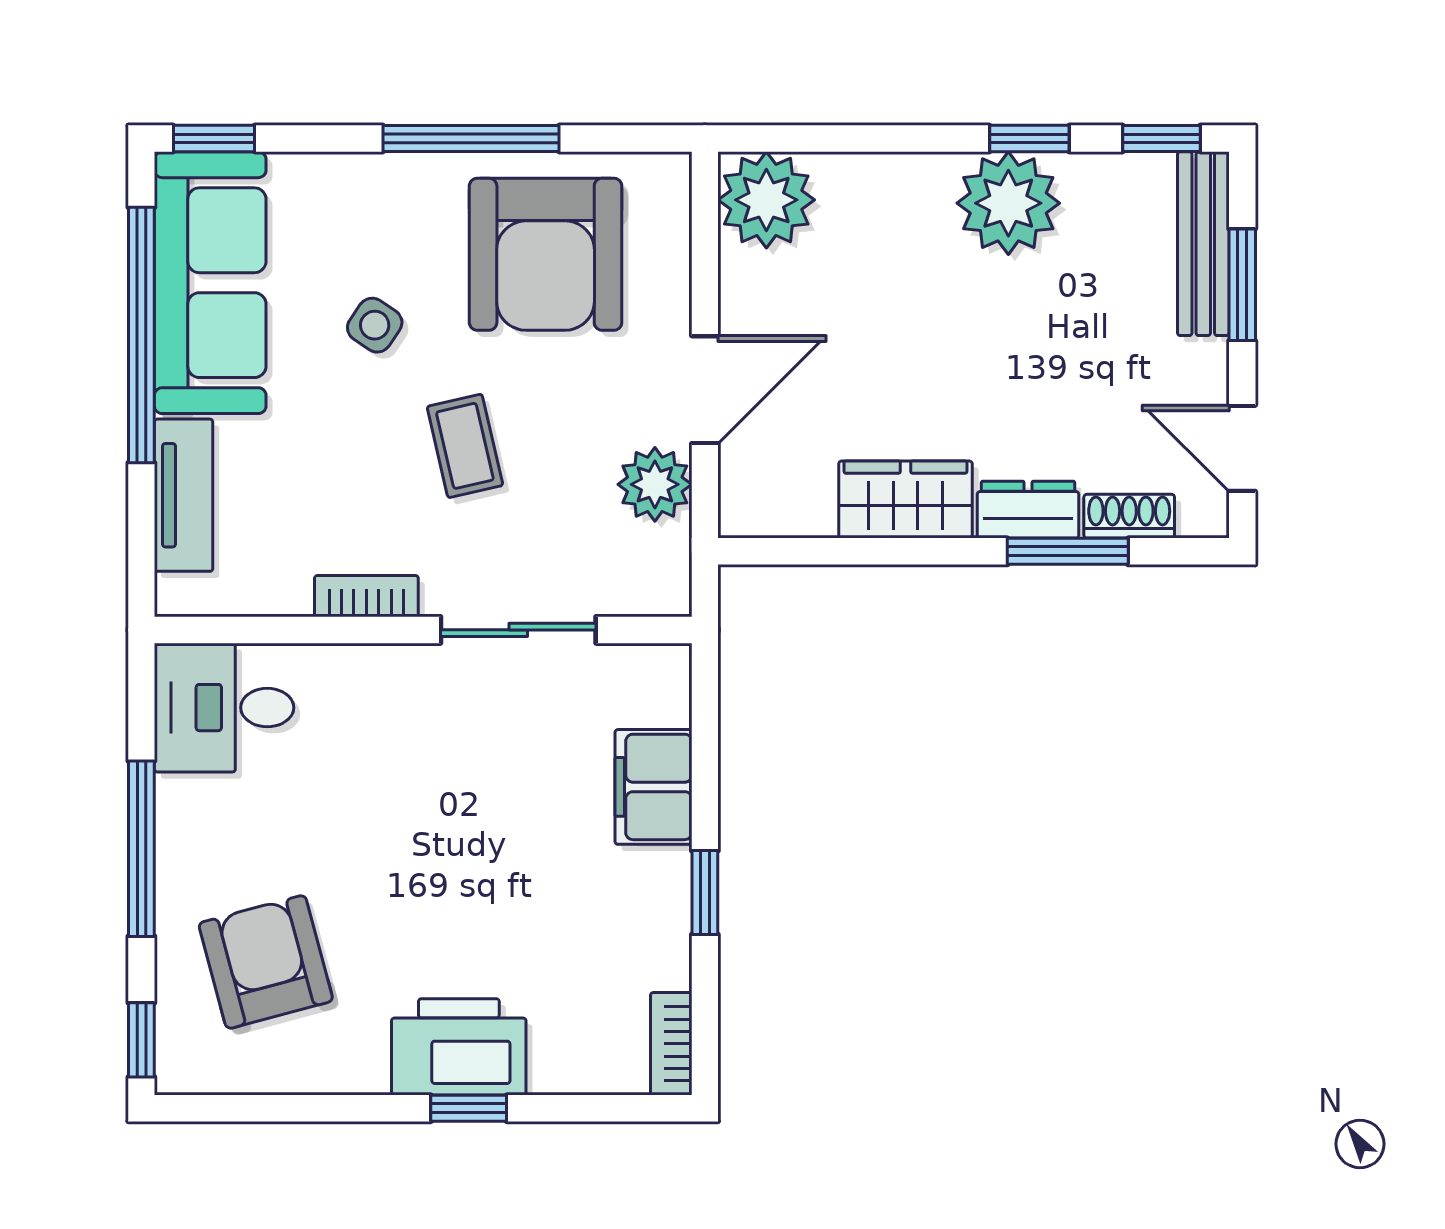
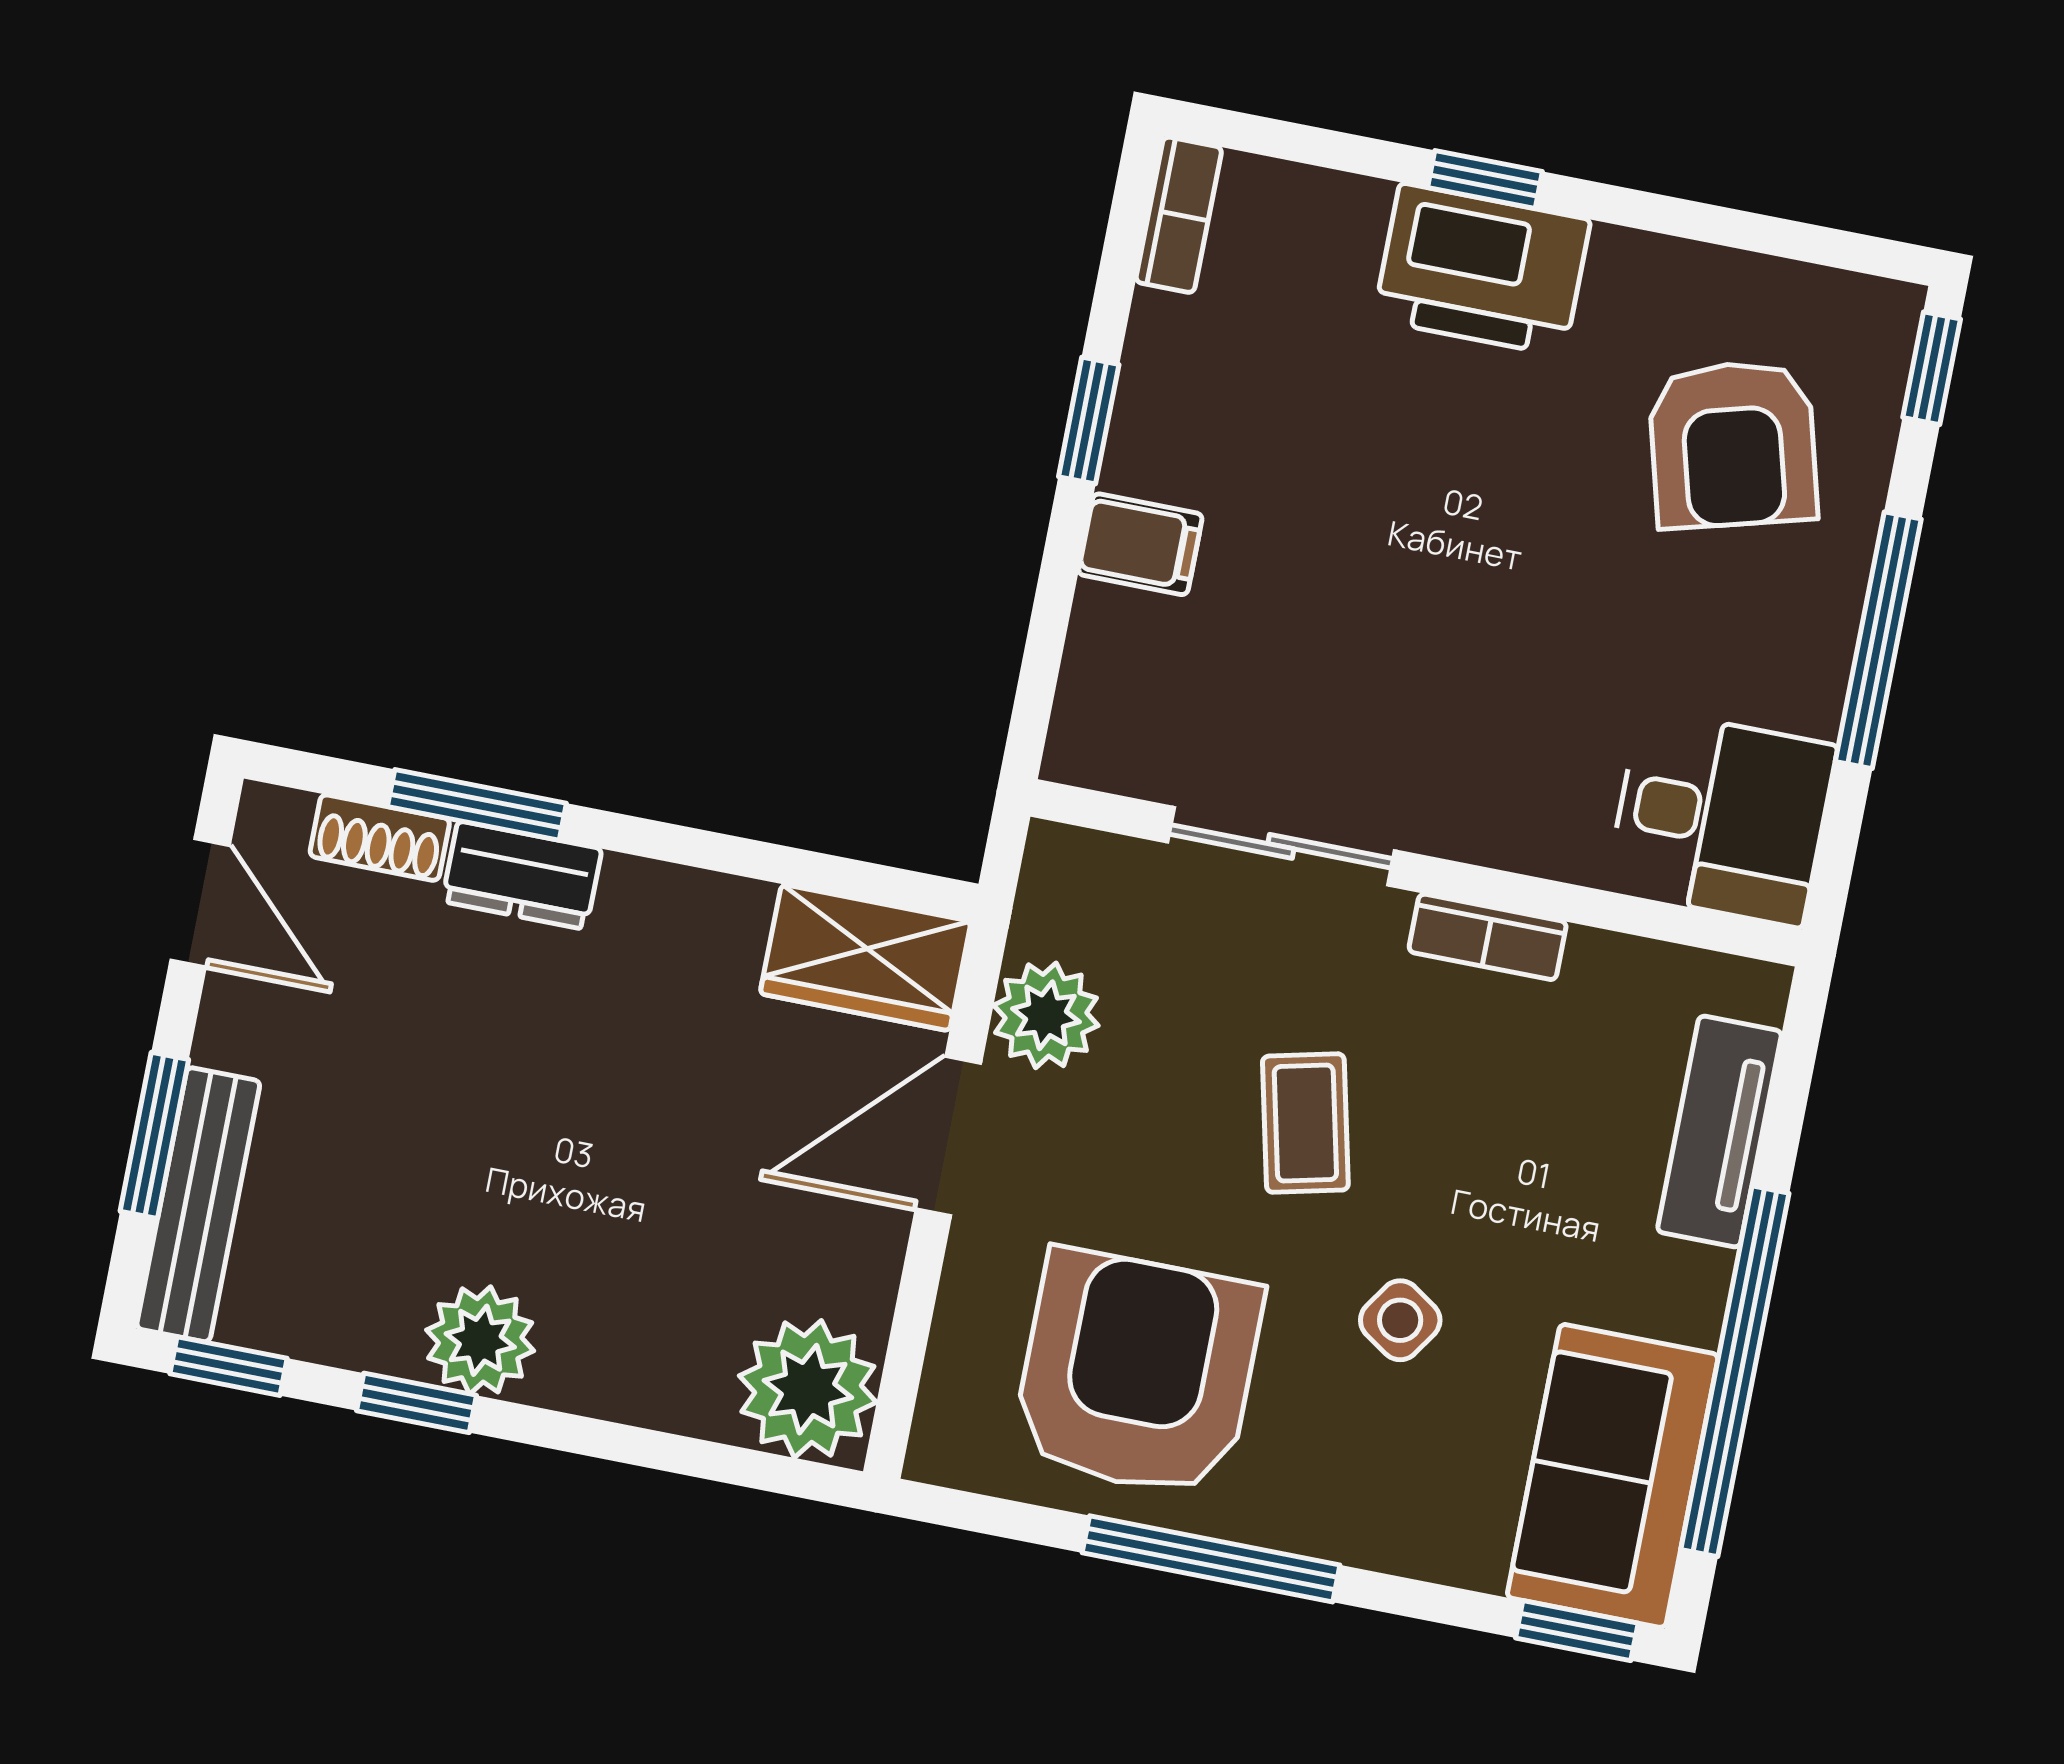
plant: (1008, 203) -> (480, 1340), width x0.73, depth x0.73
sofa: (210, 283) -> (1613, 1476), width x0.73
wardrobe: (905, 500) -> (866, 957), moved
filing cabinet: (653, 787) -> (1140, 544), width x0.50

